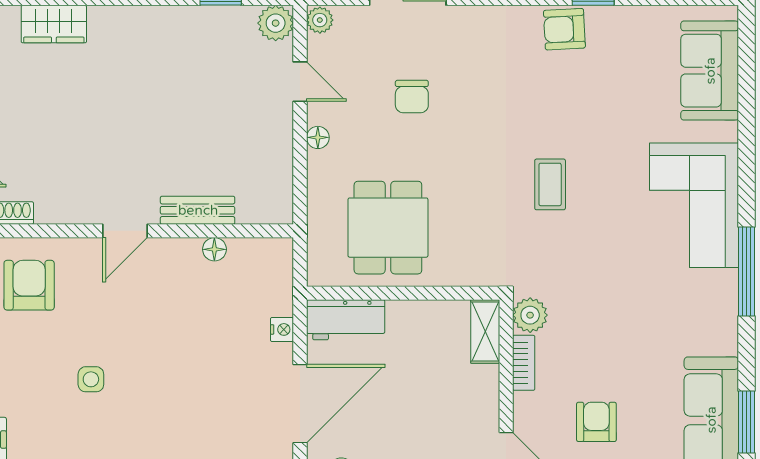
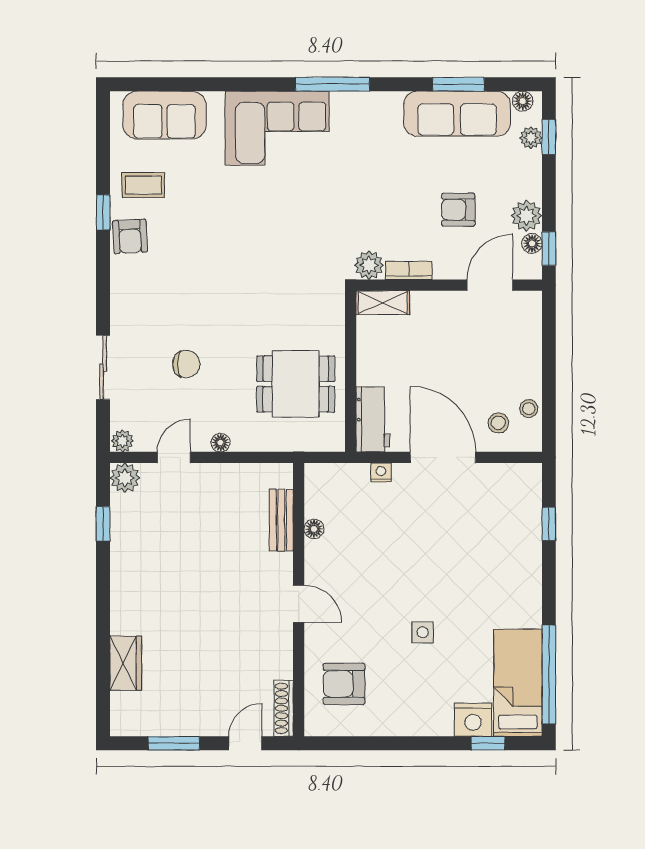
coffee table: (550, 184) -> (143, 185), moved
bench: (198, 210) -> (281, 520), moved

